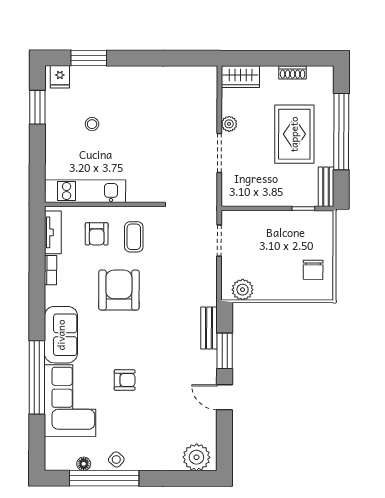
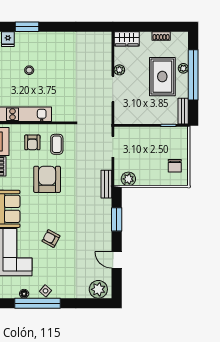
plant: (326, 122) -> (183, 68), added
bench: (209, 328) -> (106, 184), moved
armchair: (125, 380) -> (51, 239), turned -152
door: (224, 397) -> (117, 260), moved

